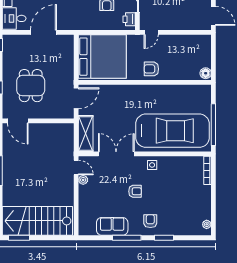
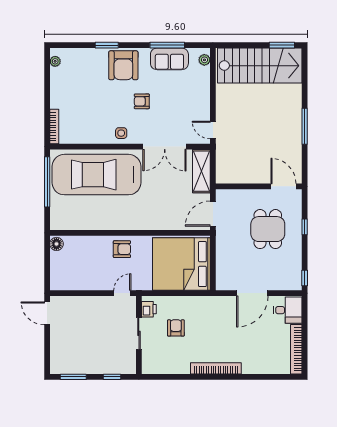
plant: (83, 180) -> (204, 60), moved
armchair: (150, 221) -> (123, 65), width x1.88, depth x1.88
window: (127, 238) -> (167, 45), moved

